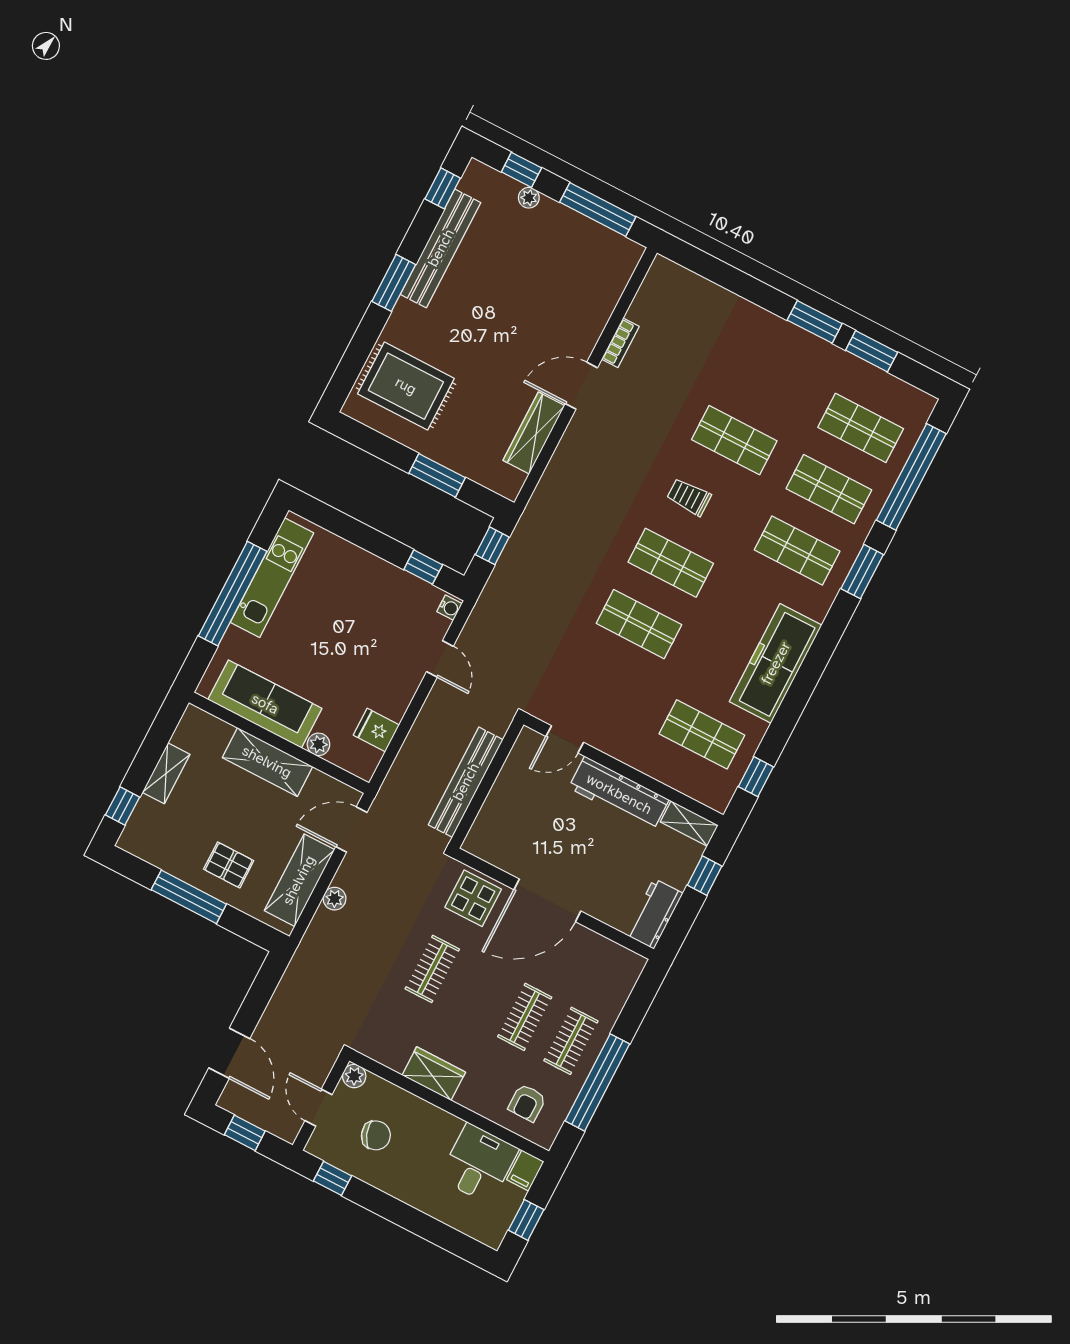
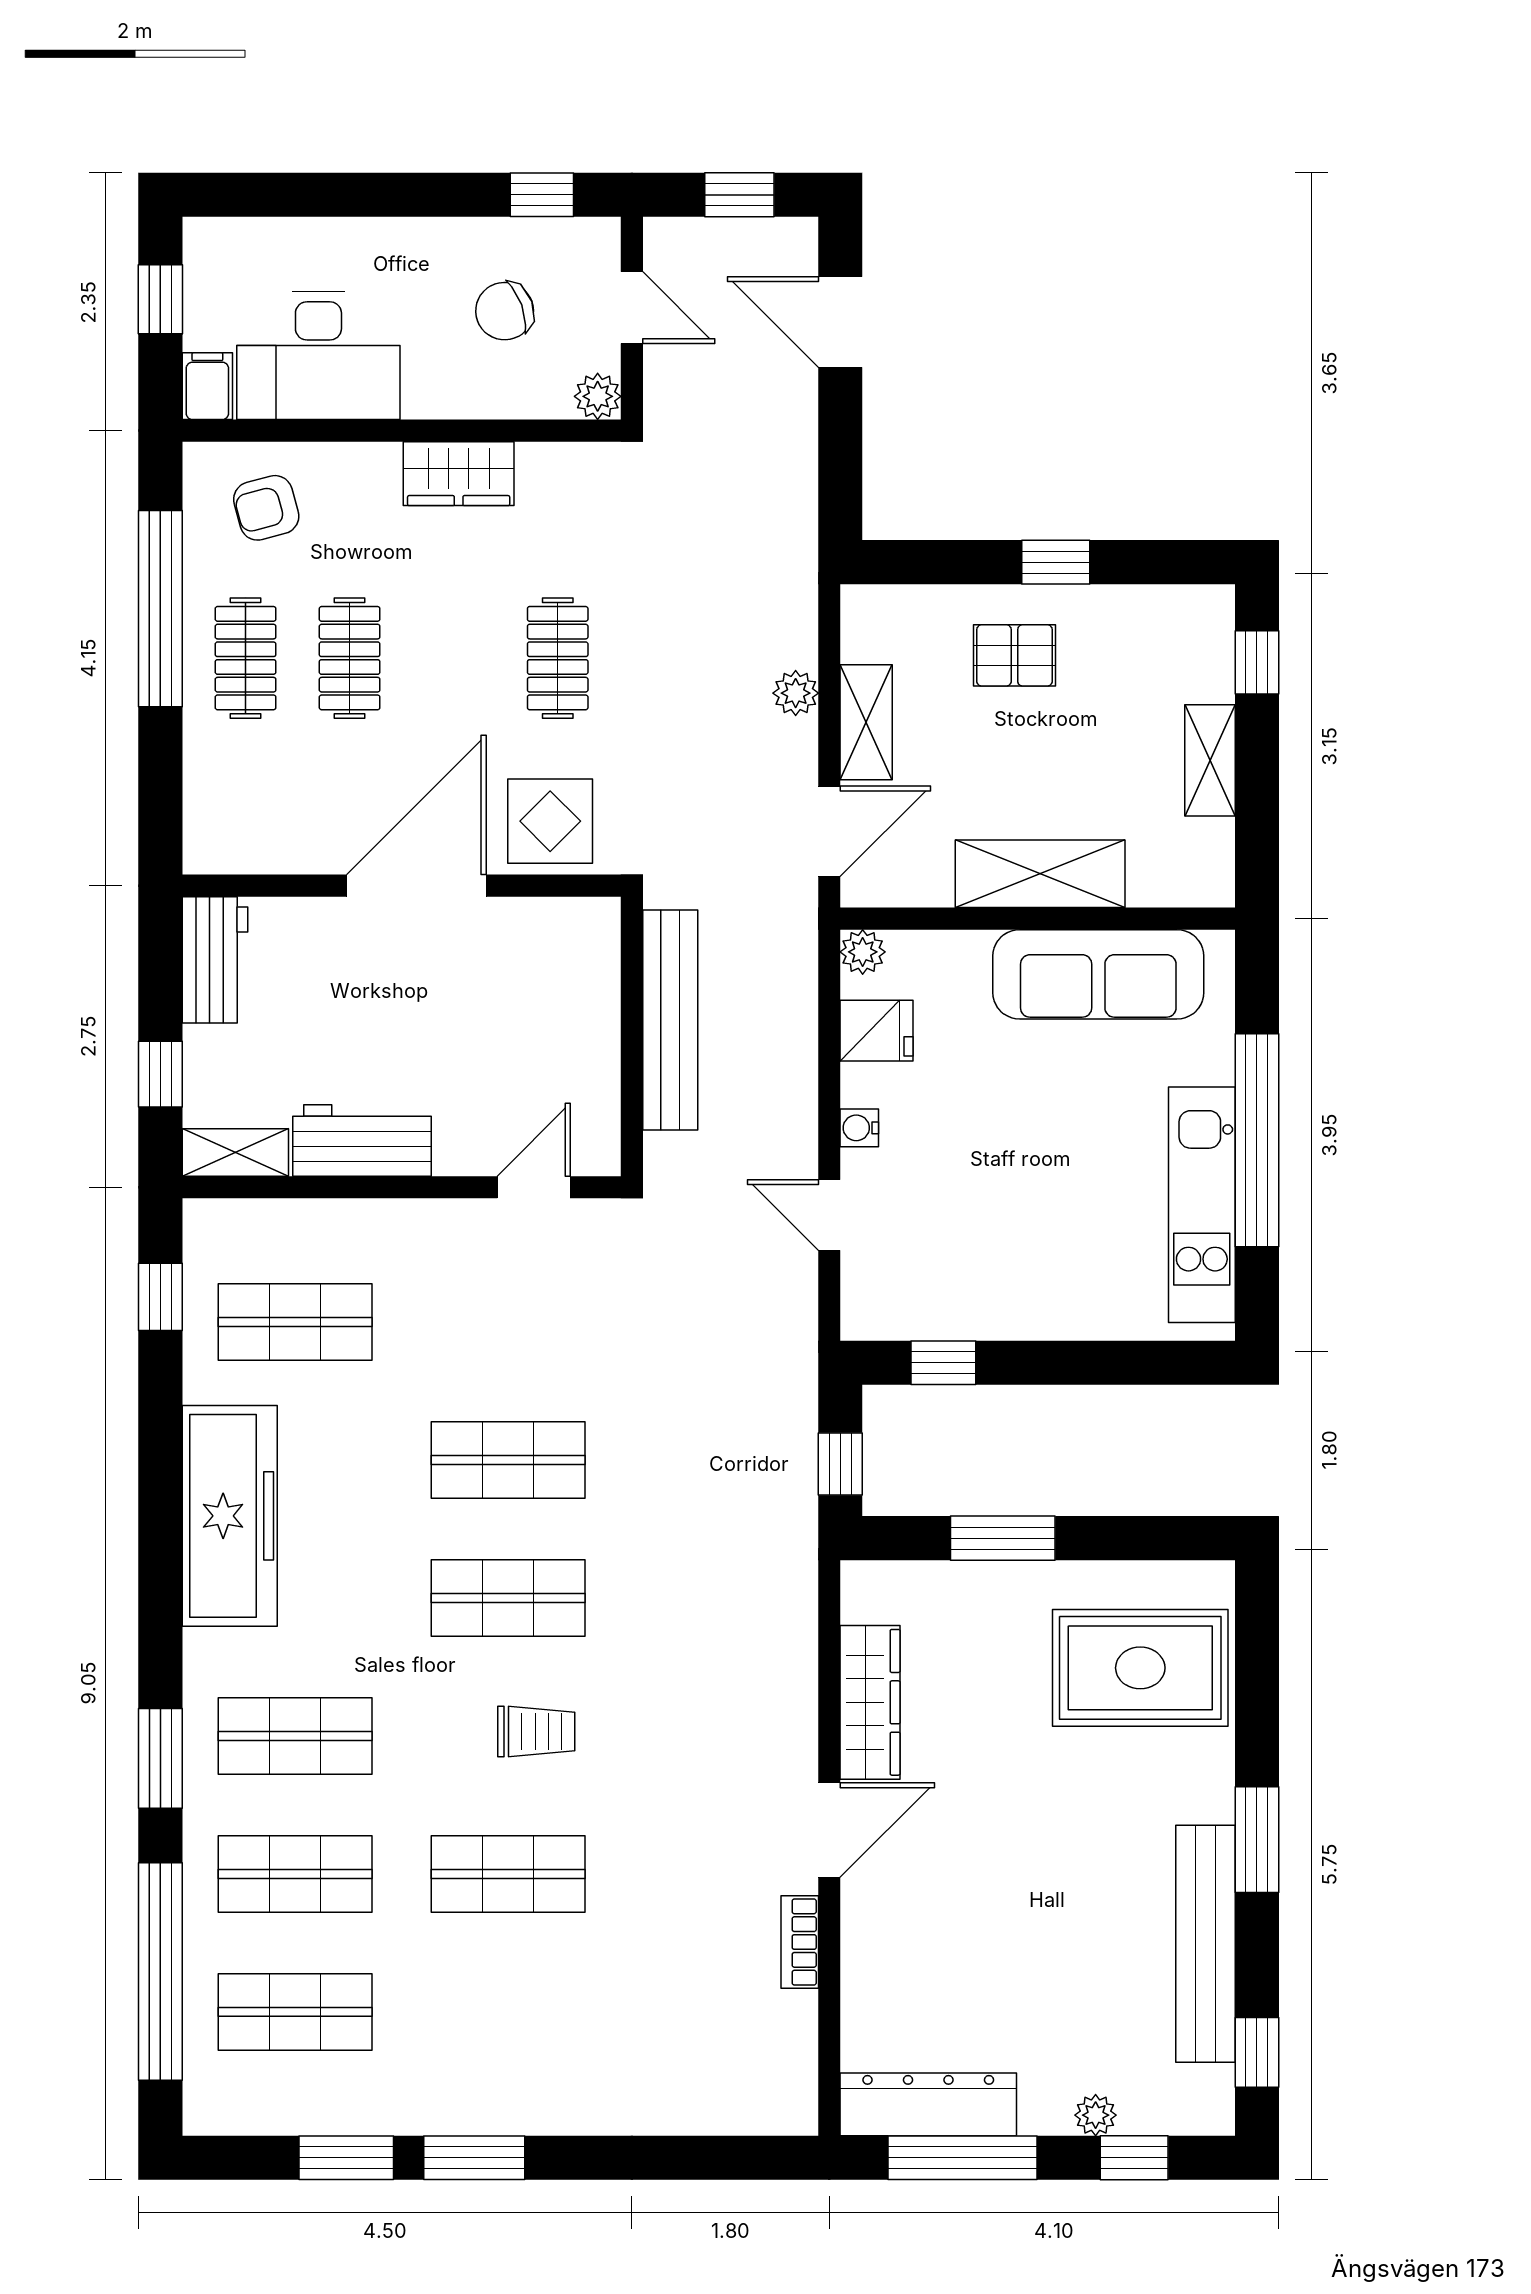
dresser: (601, 241) -> (928, 2104), added
water cooler: (450, 608) -> (859, 1128), moved
plant: (318, 744) -> (863, 952), moved
workbench: (619, 794) -> (362, 1141), width x0.73
shelving: (299, 880) -> (866, 722), width x0.67, depth x0.75
window: (189, 897) -> (1056, 562), width x0.46
armchair: (527, 1103) -> (266, 508), turned -105
desk: (479, 1164) -> (318, 356), width x1.37

